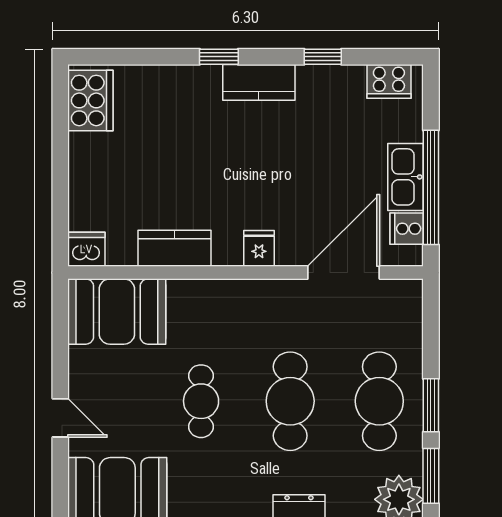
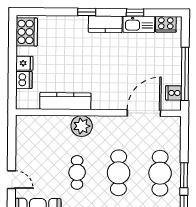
kitchen sink: (405, 177) -> (139, 24), moved, turned -90
kitchen counter: (174, 248) -> (65, 101), width x1.50
fridge: (259, 248) -> (24, 63), moved, turned 90
dishwasher: (86, 249) -> (24, 80), moved, turned 90
plant: (210, 301) -> (82, 126), added
booth: (117, 312) -> (38, 130), removed

